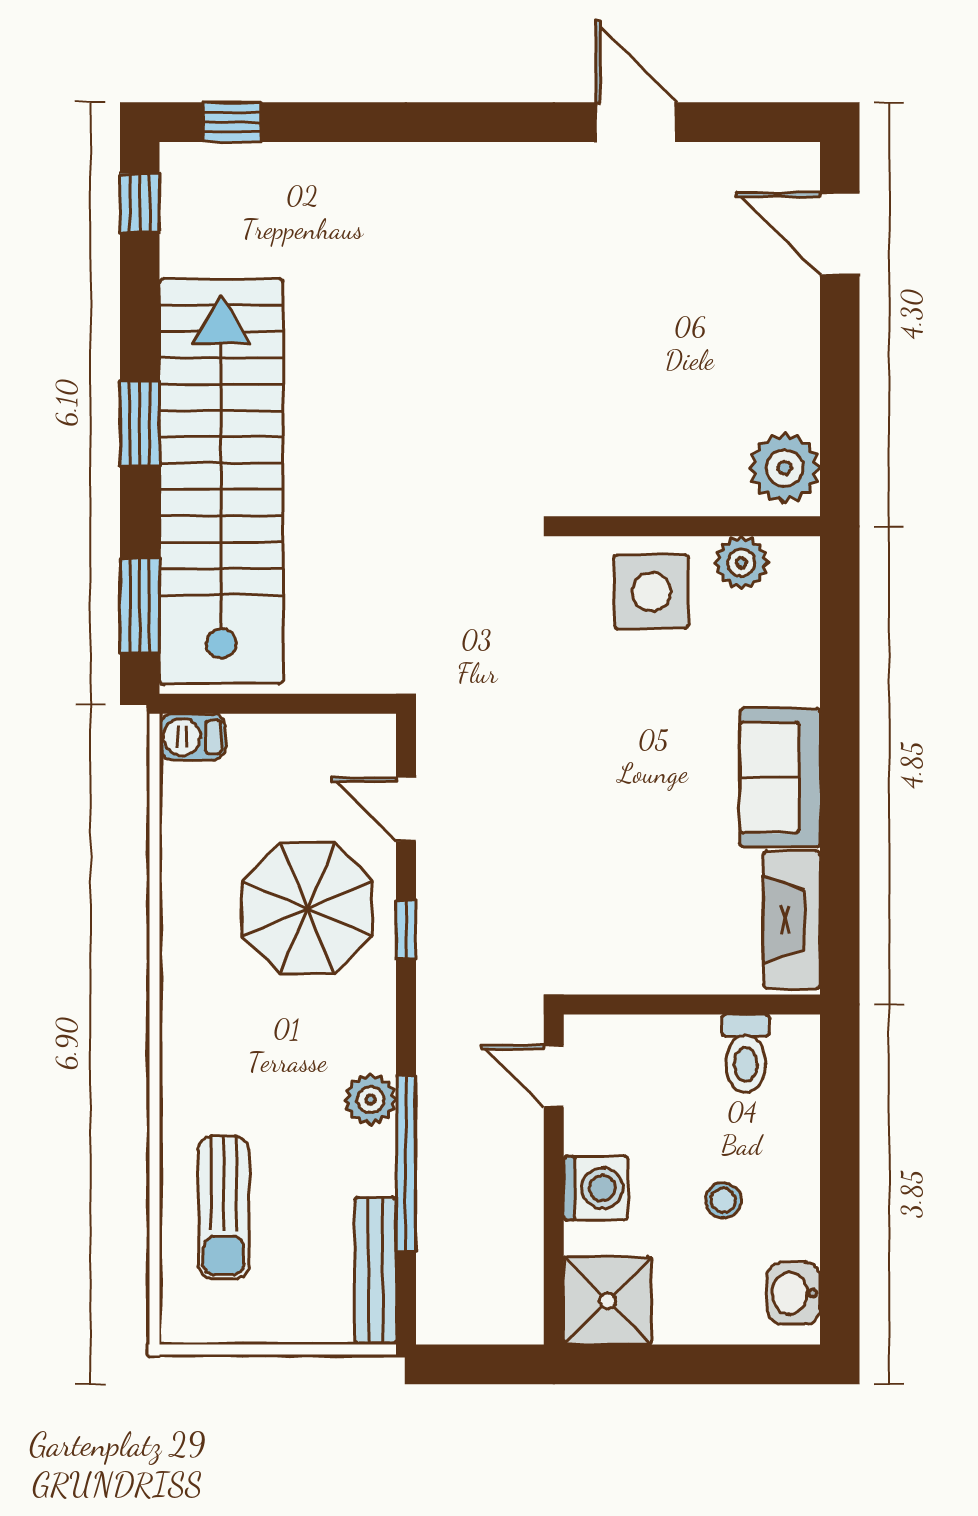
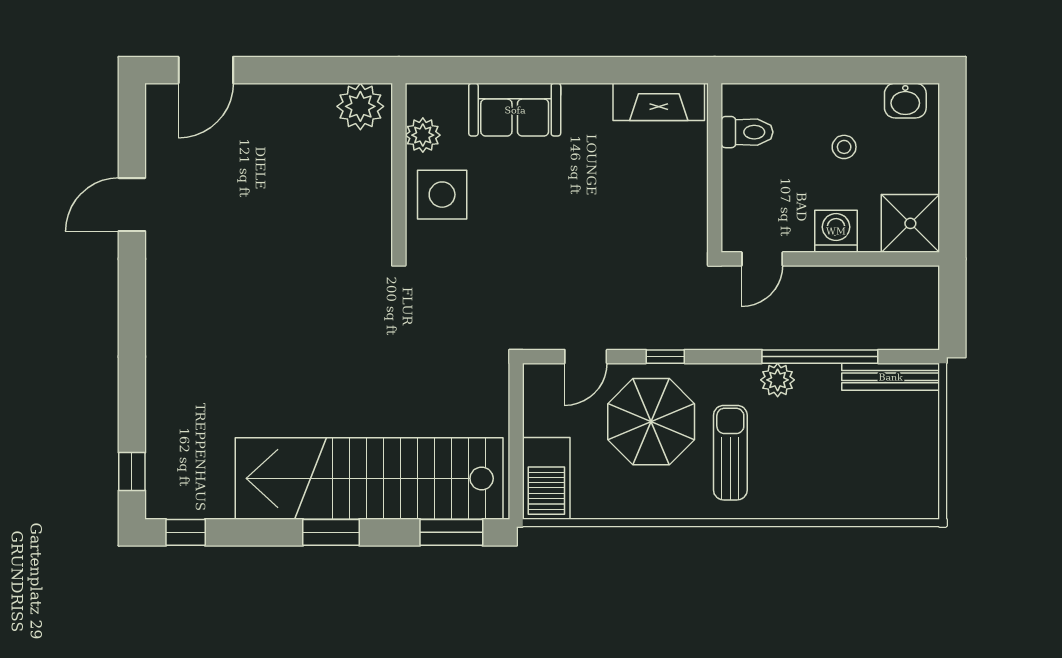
barbecue: (192, 737) -> (546, 478), width x1.88, depth x1.53
sofa: (780, 778) -> (515, 110), moved
sun lounger: (224, 1208) -> (730, 453), moved, turned -90

